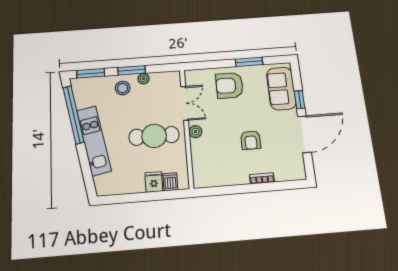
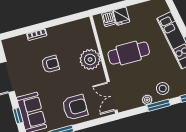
window: (300, 100) -> (18, 116), moved
double door: (185, 103) -> (112, 96), moved
plant: (196, 132) -> (90, 59), width x1.87, depth x1.87
armchair: (251, 140) -> (50, 64), turned 90

